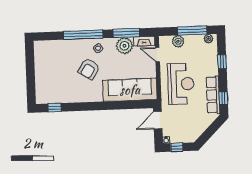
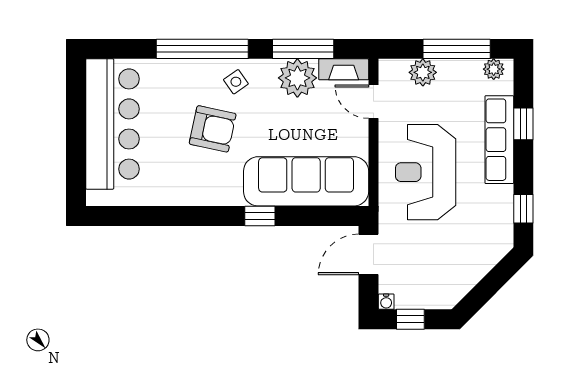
bar counter: (46, 68) -> (112, 124), added
armchair: (89, 69) -> (213, 129), turned -110
reception desk: (181, 84) -> (426, 172), turned 180
row of seats: (213, 95) -> (499, 140), moved
window: (55, 108) -> (260, 216), moved

